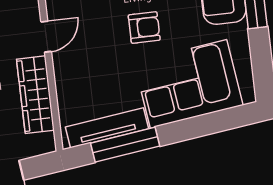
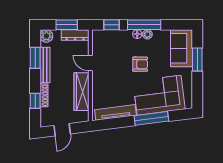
door: (46, 37) -> (90, 63), swing flipped
window: (125, 145) -> (151, 118), moved

